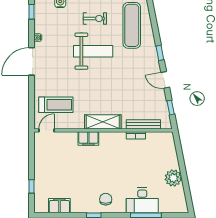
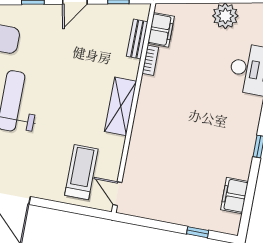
bench: (143, 124) -> (137, 39), width x0.73
filing cabinet: (88, 138) -> (161, 30), moved
chair: (106, 199) -> (238, 124), removed

